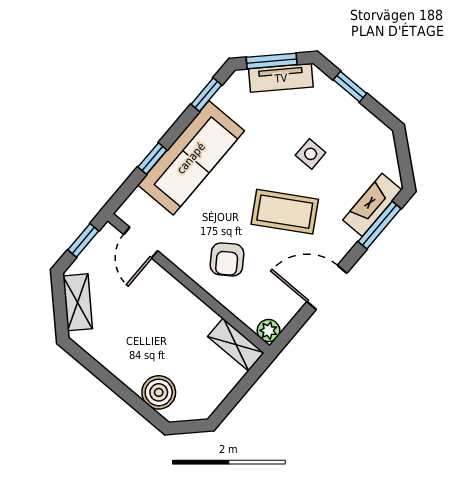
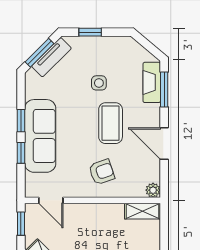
window: (206, 95) -> (21, 121), moved
coffee table: (285, 212) -> (111, 123), turned -59
armchair: (227, 259) -> (102, 172), turned -74
door: (327, 287) -> (164, 143), hinge flipped

